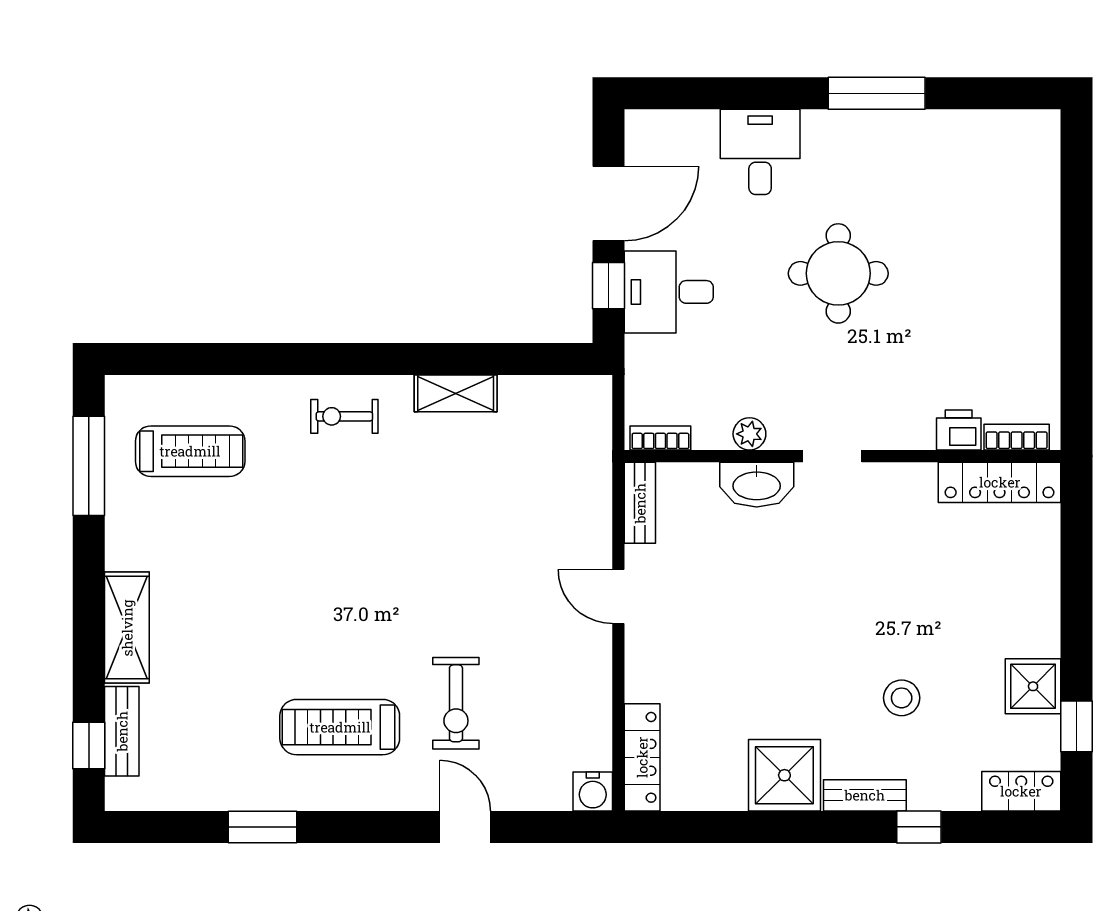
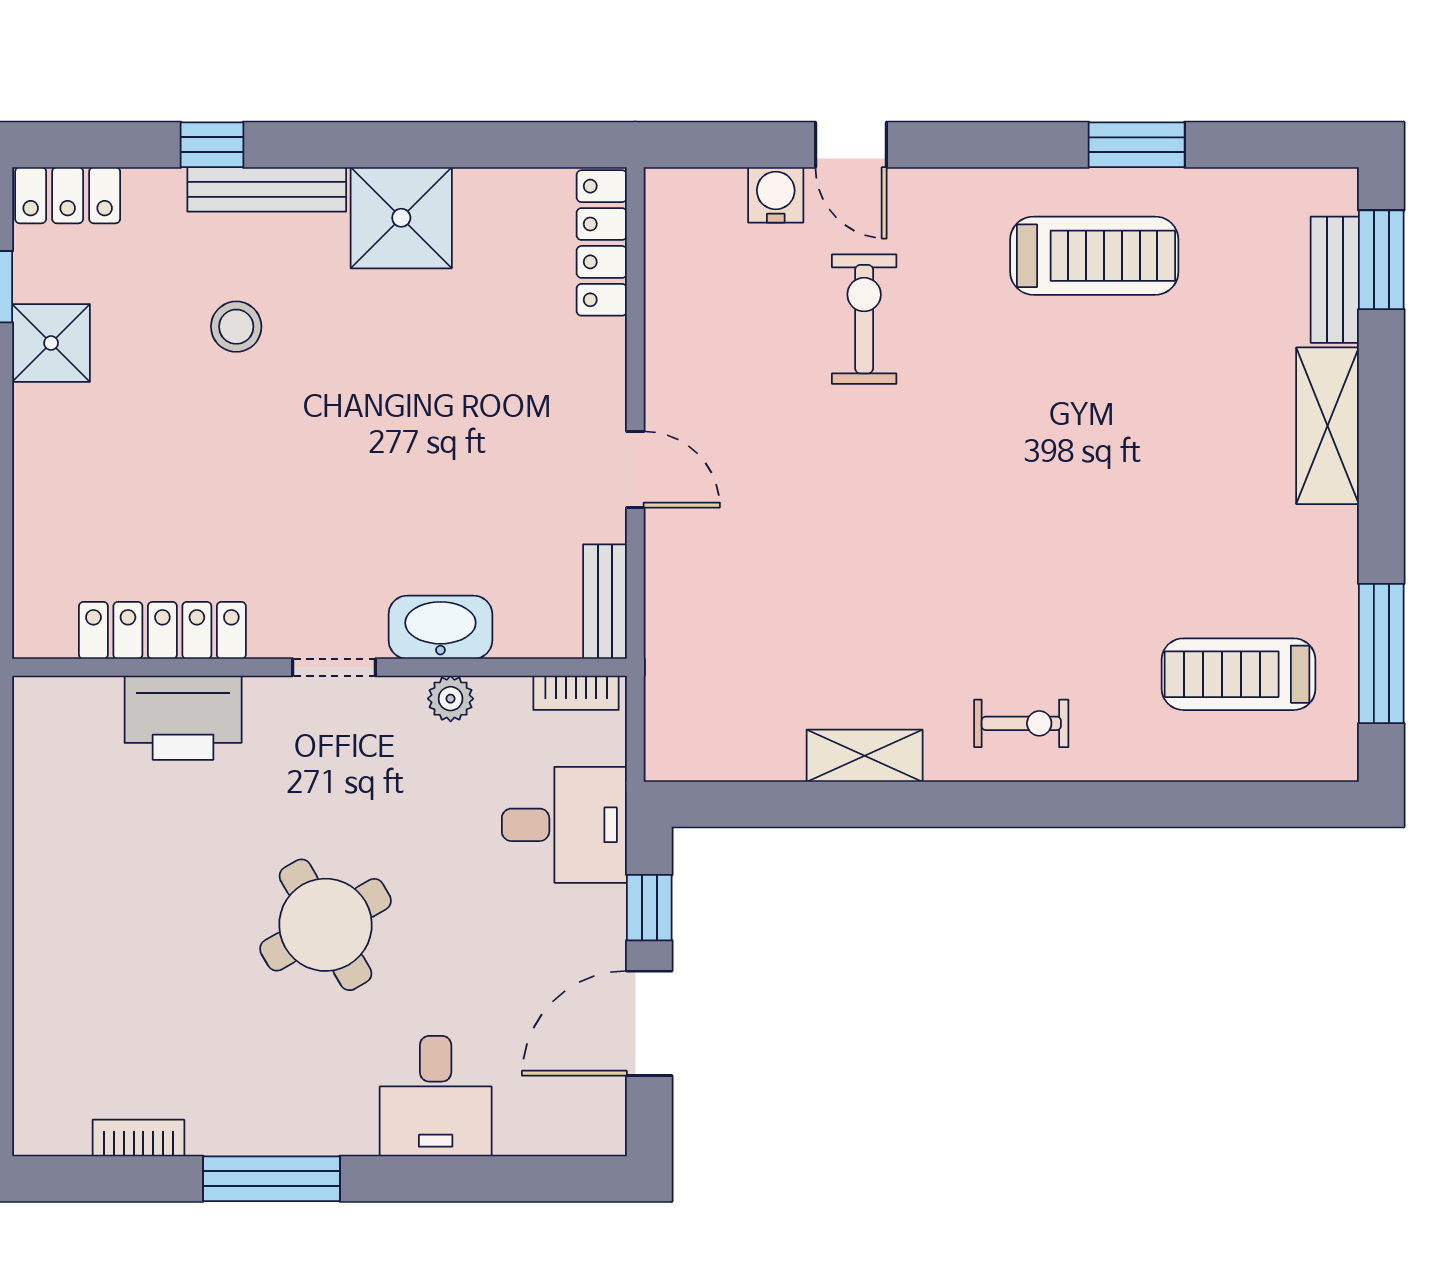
round table: (838, 273) -> (325, 925), turned -30
desk: (669, 292) -> (564, 825), moved
printer: (959, 430) -> (183, 718), width x1.87, depth x1.48
bookcase: (1017, 437) -> (138, 1138), moved, turned 180
locker: (1000, 482) -> (162, 630), moved
treadmill: (340, 727) -> (1094, 256), moved
window: (89, 745) -> (1381, 260), width x1.50
water cooler: (593, 791) -> (776, 195), moved
bench: (865, 795) -> (267, 189), width x1.36

